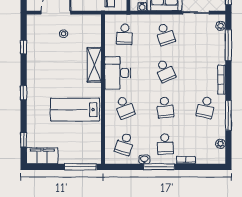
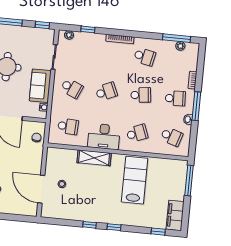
school desk: (165, 34) -> (72, 88), turned 42
window: (228, 45) -> (88, 29), width x0.46
window: (24, 47) -> (89, 225), moved
lab bench: (75, 110) -> (135, 180), turned 180
window: (228, 115) -> (177, 38), moved

